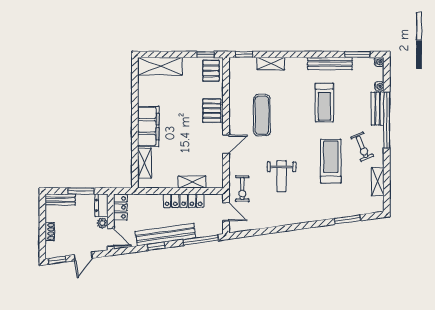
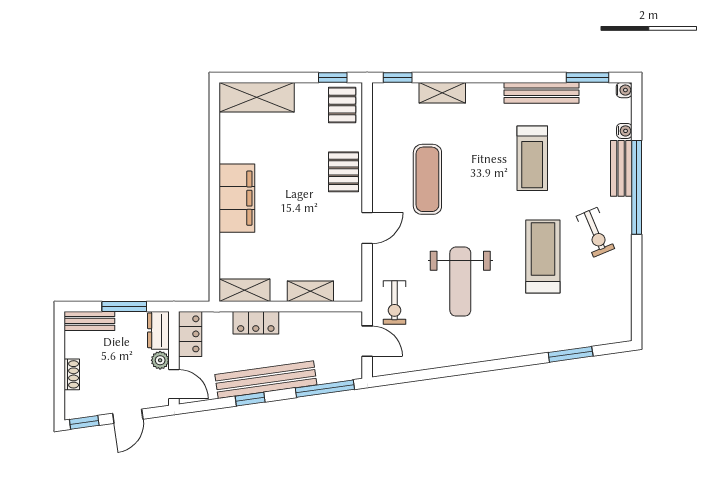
shelving: (145, 163) -> (245, 290), moved, turned 90
weight bench: (282, 176) -> (460, 282), width x1.36, depth x1.33
shelving: (378, 182) -> (621, 291), removed
locker: (184, 201) -> (256, 323), moved, width x0.66

